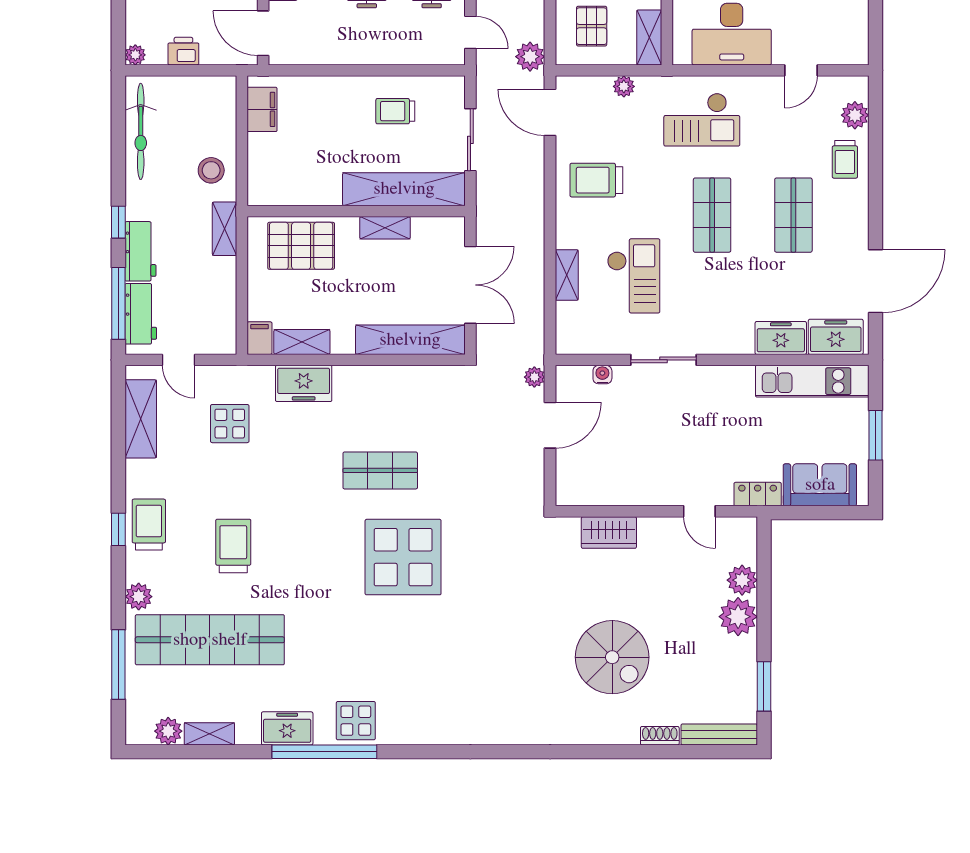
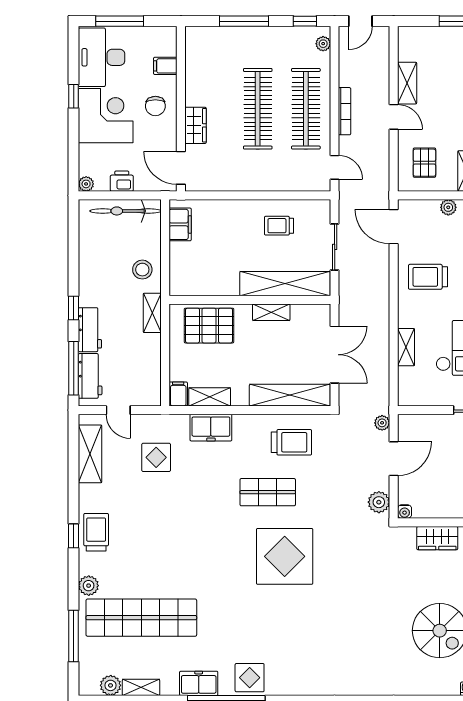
plant: (530, 57) -> (379, 502), moved
bicycle: (141, 131) -> (125, 211), moved, turned 90
water cooler: (602, 375) -> (405, 512), moved, turned 180
trolley: (233, 546) -> (291, 442), moved, turned 90

